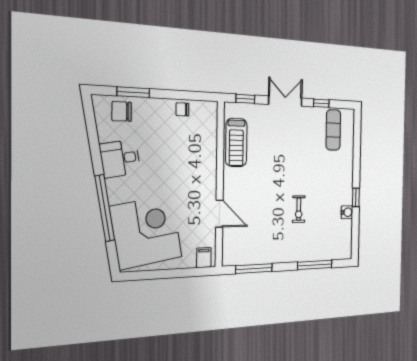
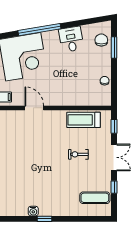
exercise bike: (299, 209) -> (78, 154), moved
door: (219, 214) -> (34, 108), swing flipped

